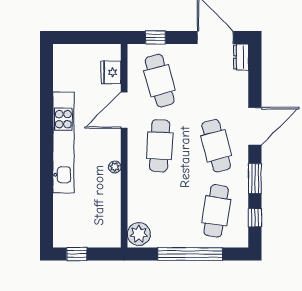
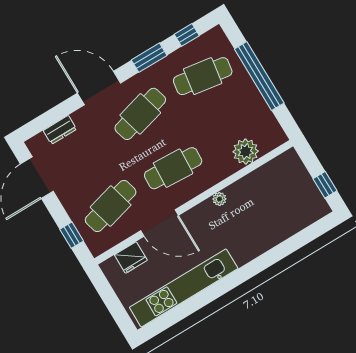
dresser: (241, 57) -> (60, 130), moved
kitchen unit: (63, 142) -> (184, 288), moved
plant: (139, 234) -> (246, 151), moved

